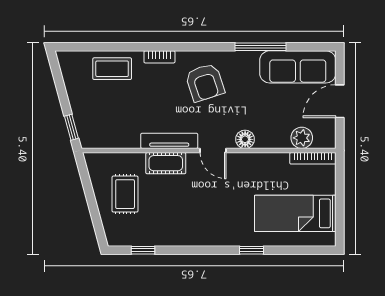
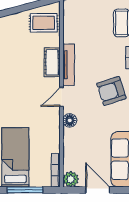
plant: (302, 138) -> (71, 179), moved
rug: (125, 194) -> (44, 23), moved
window: (340, 200) -> (25, 190), added

